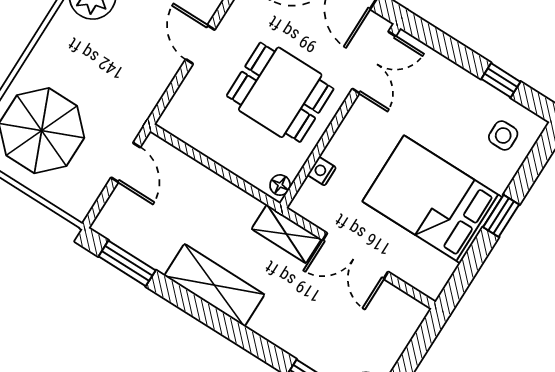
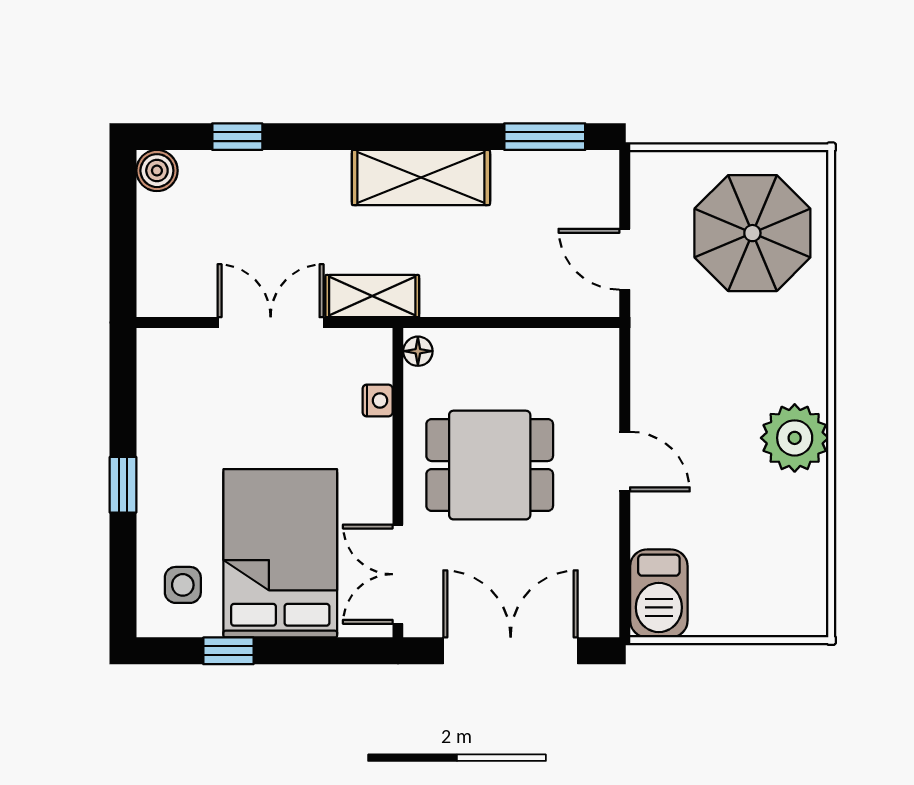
bed: (432, 199) -> (280, 553), moved, turned -90

